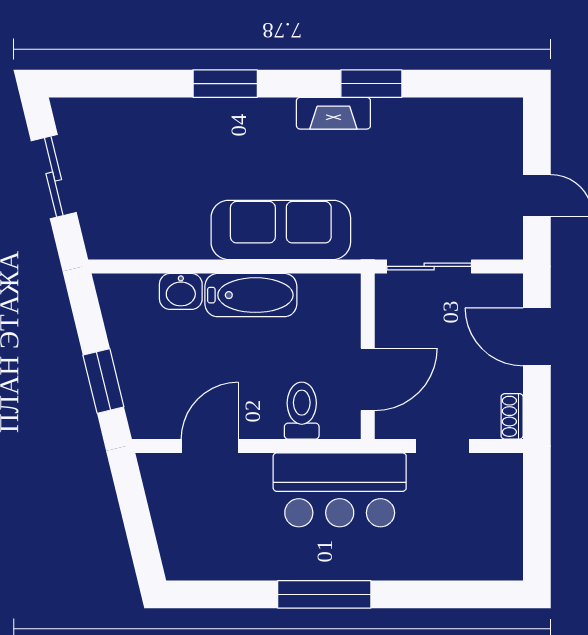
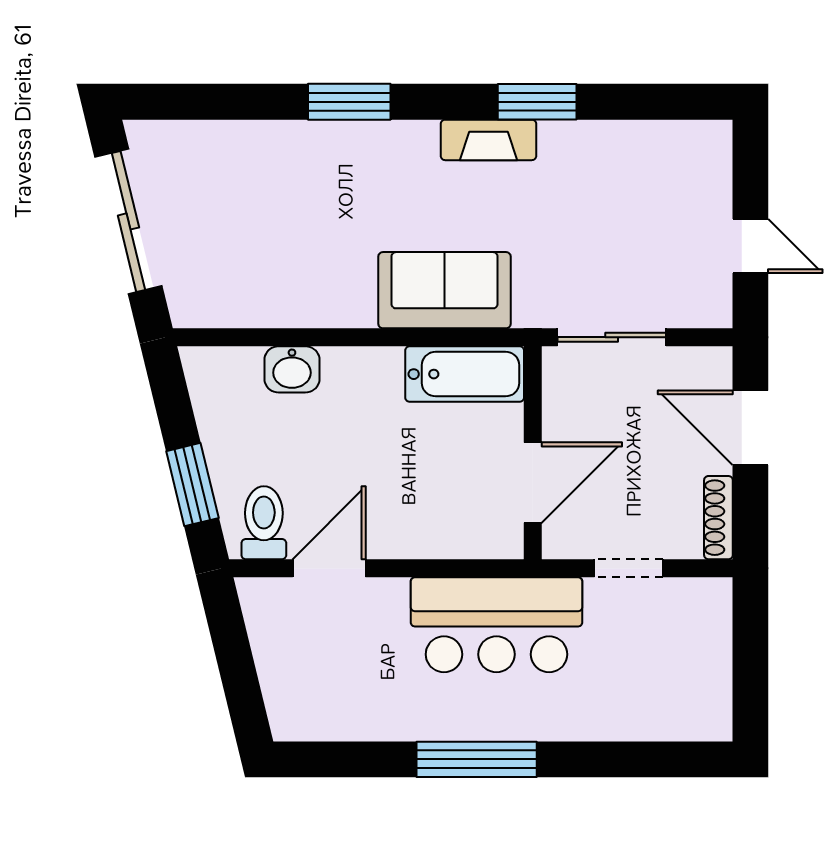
sliding door: (54, 177) -> (128, 221), width x1.37
sofa: (281, 230) -> (445, 290), width x0.73
bathtub: (251, 295) -> (465, 374), moved
toilet: (302, 411) -> (264, 523), moved
shoe rack: (512, 416) -> (718, 518), width x1.43

